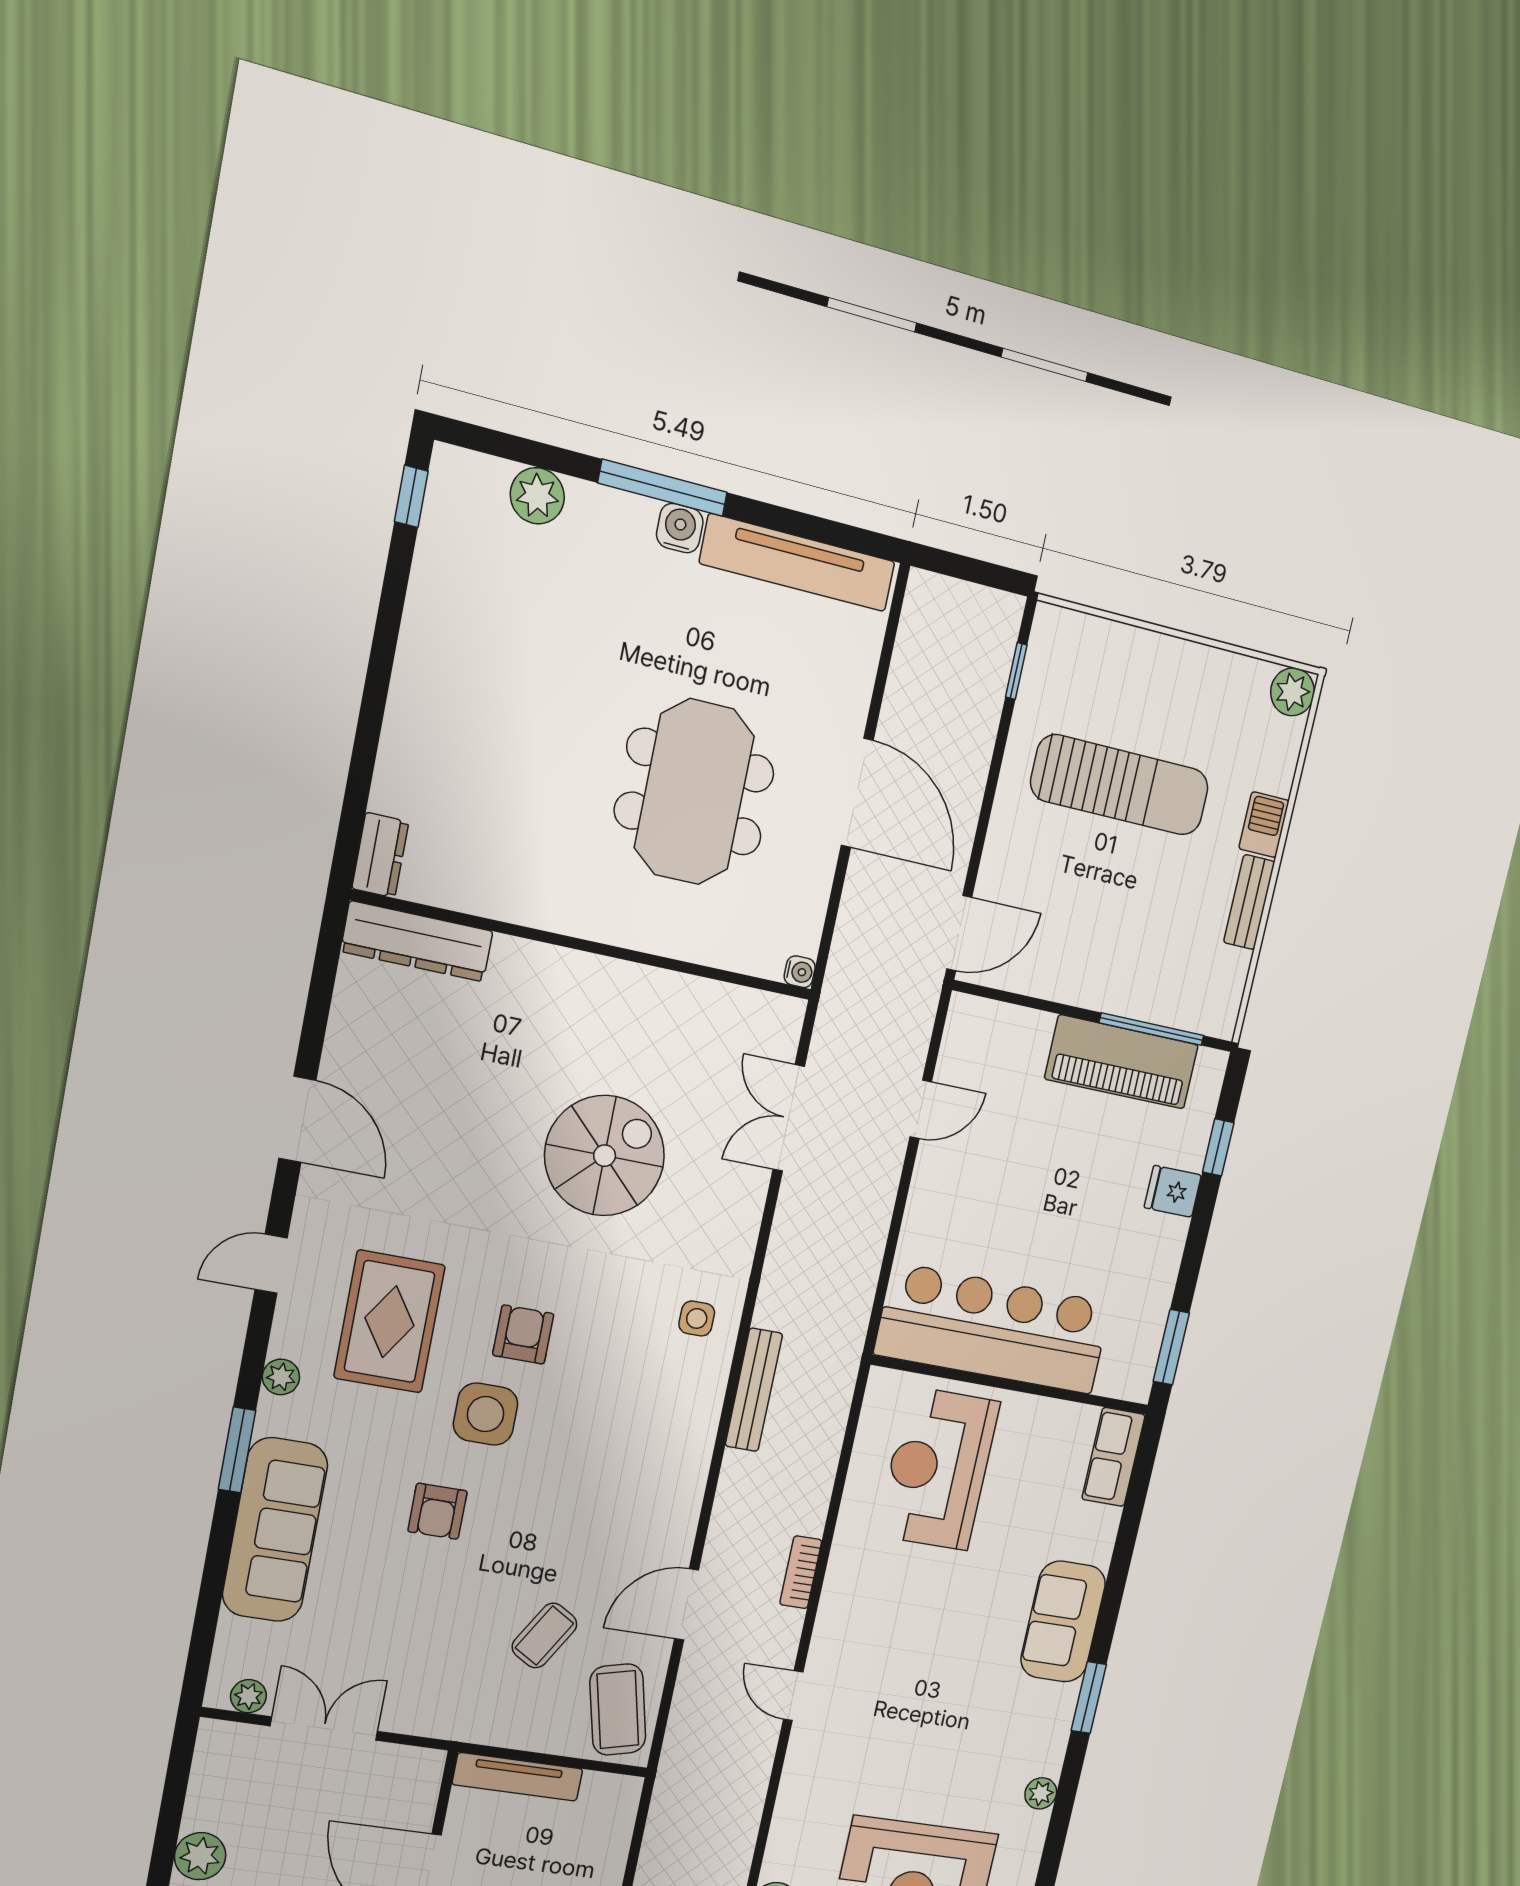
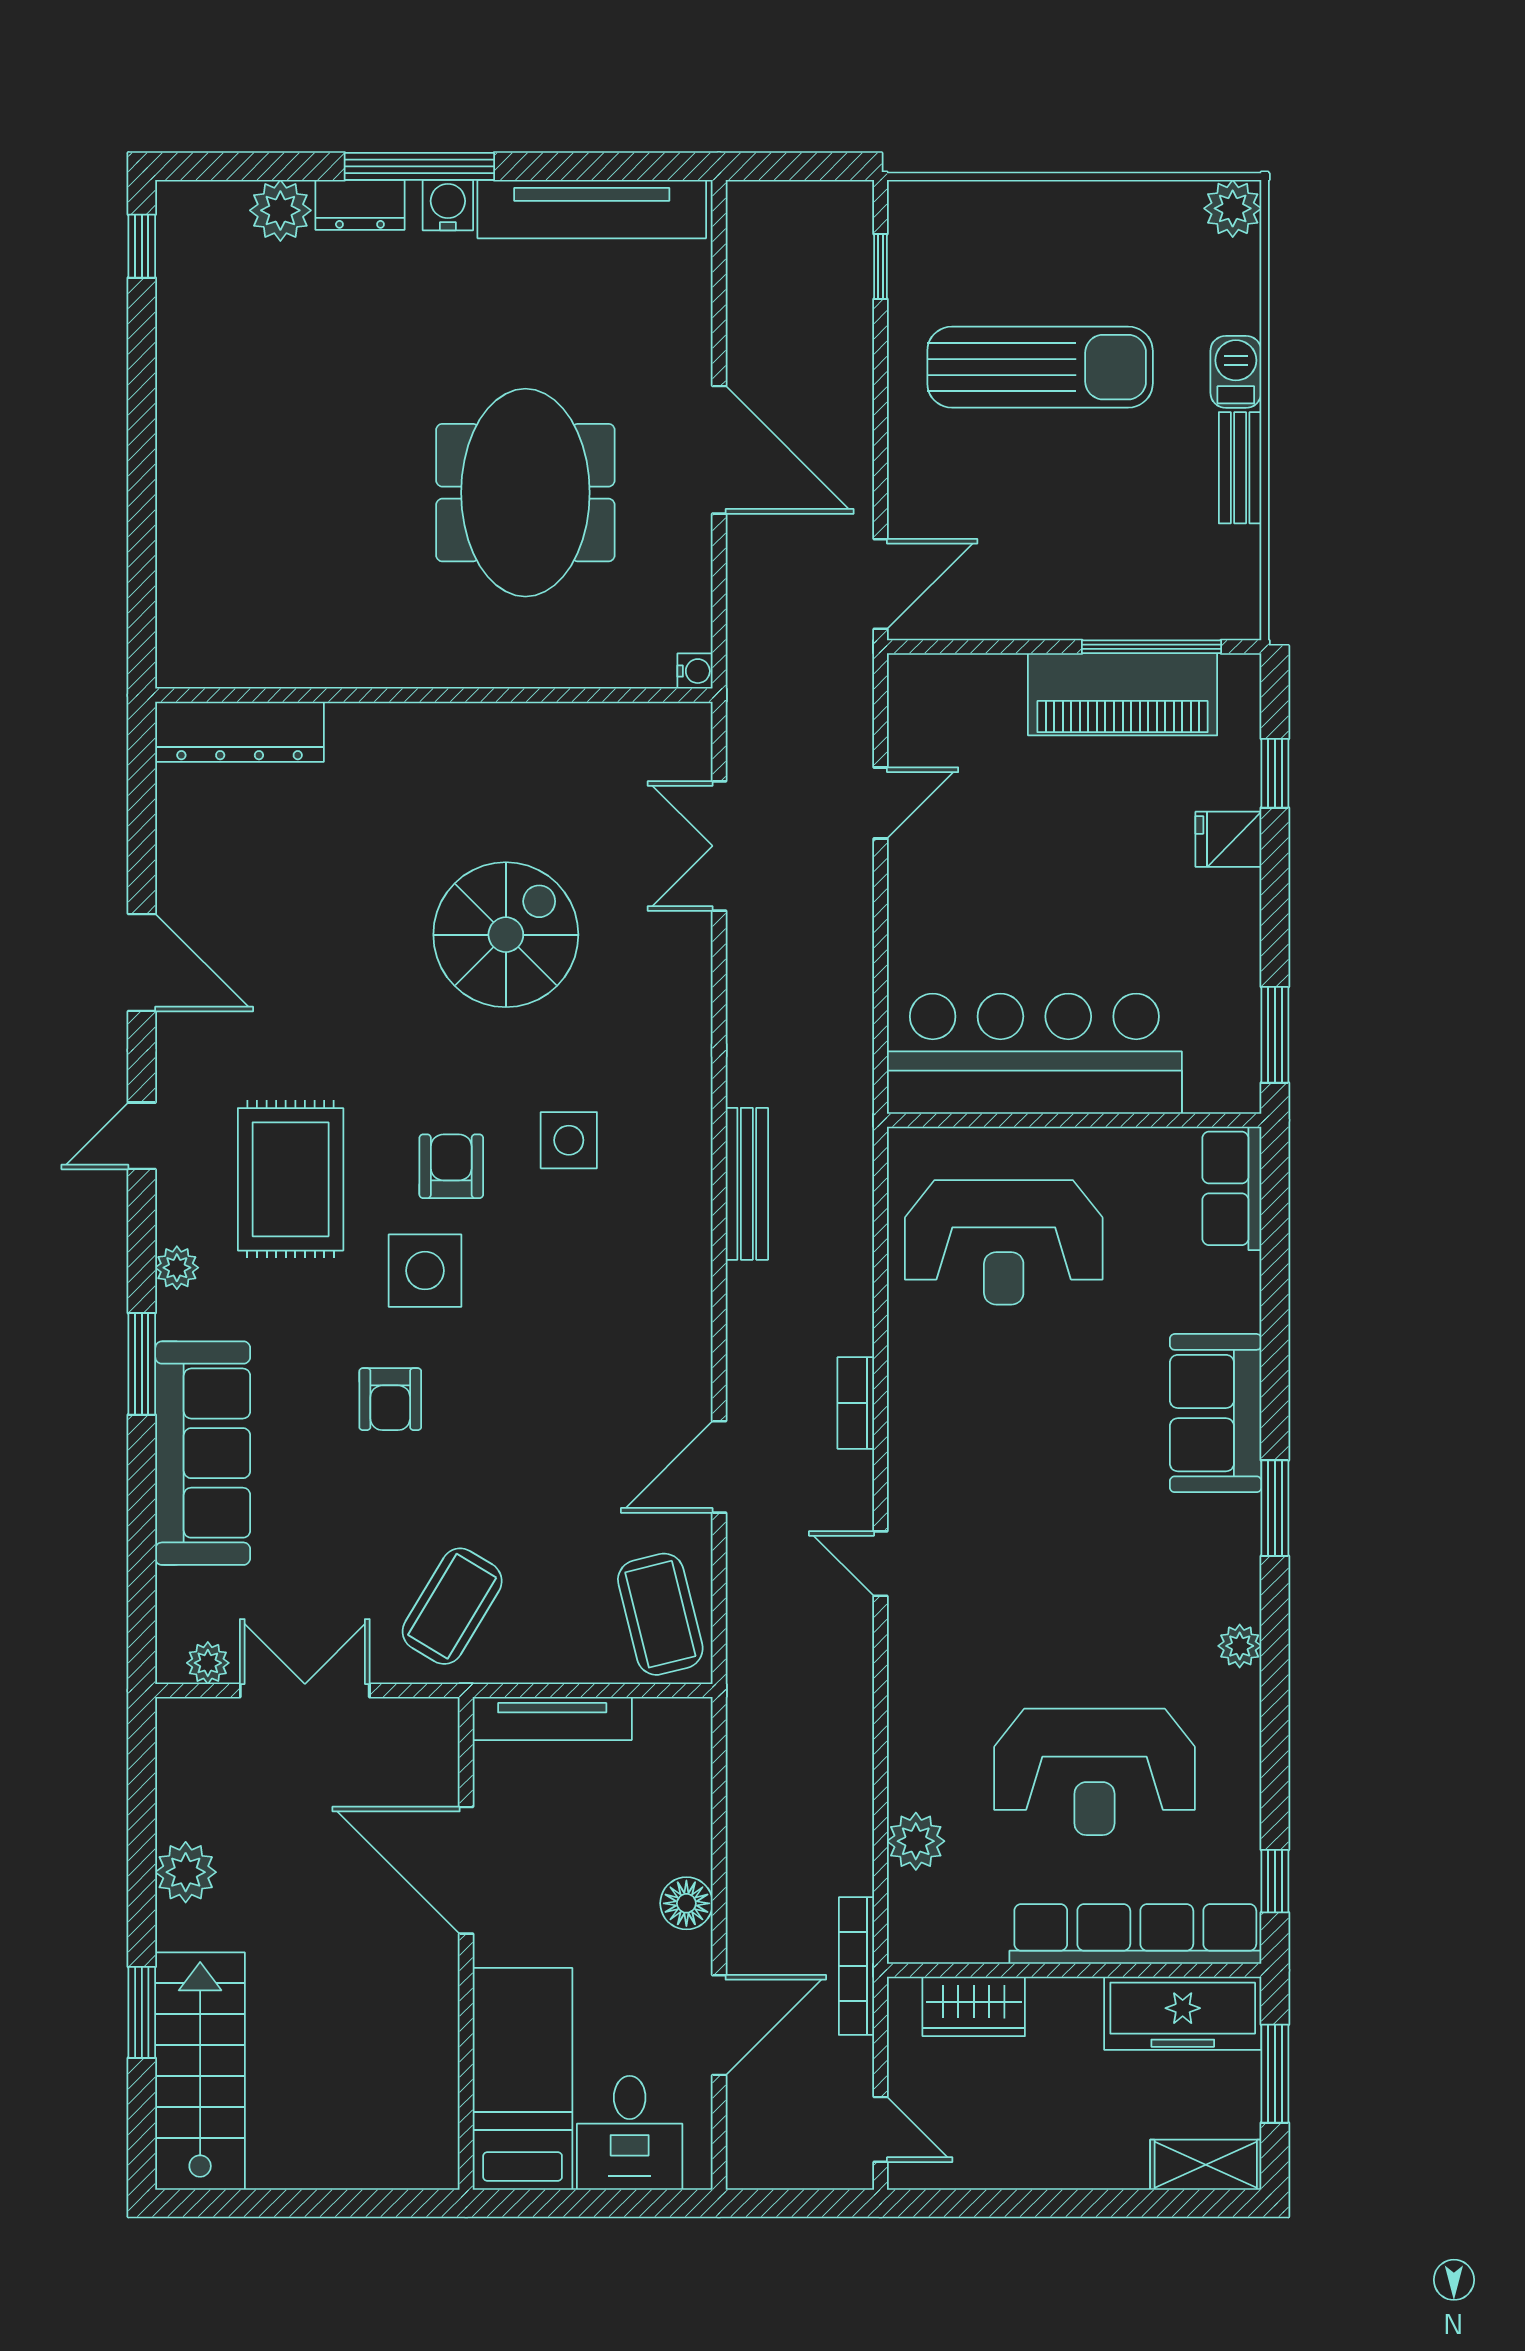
dresser: (380, 855) -> (360, 205), moved, turned 90
side table: (697, 1318) -> (569, 1140), moved, width x1.37, depth x1.37
reception desk: (938, 1469) -> (1004, 1242), turned -90
coffee table: (544, 1636) -> (452, 1606), moved, width x1.36, depth x1.30

